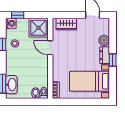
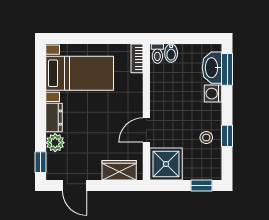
washing machine: (11, 23) -> (213, 94), moved
door: (50, 48) -> (146, 130), swing flipped
window: (113, 60) -> (41, 162), moved

